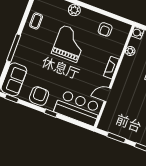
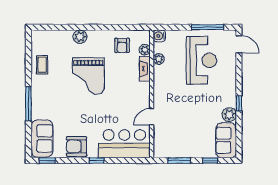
plant: (122, 39) -> (145, 50), added
grand piano: (69, 44) -> (88, 76), turned 180
fireplace: (111, 68) -> (145, 69), moved
armchair: (39, 96) -> (77, 146), turned -90

